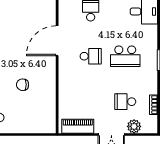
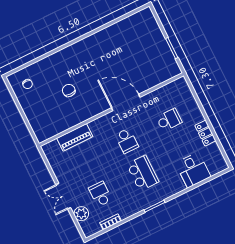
school desk: (125, 56) -> (143, 173), turned 180
piano: (78, 126) -> (75, 137), moved, turned 90

